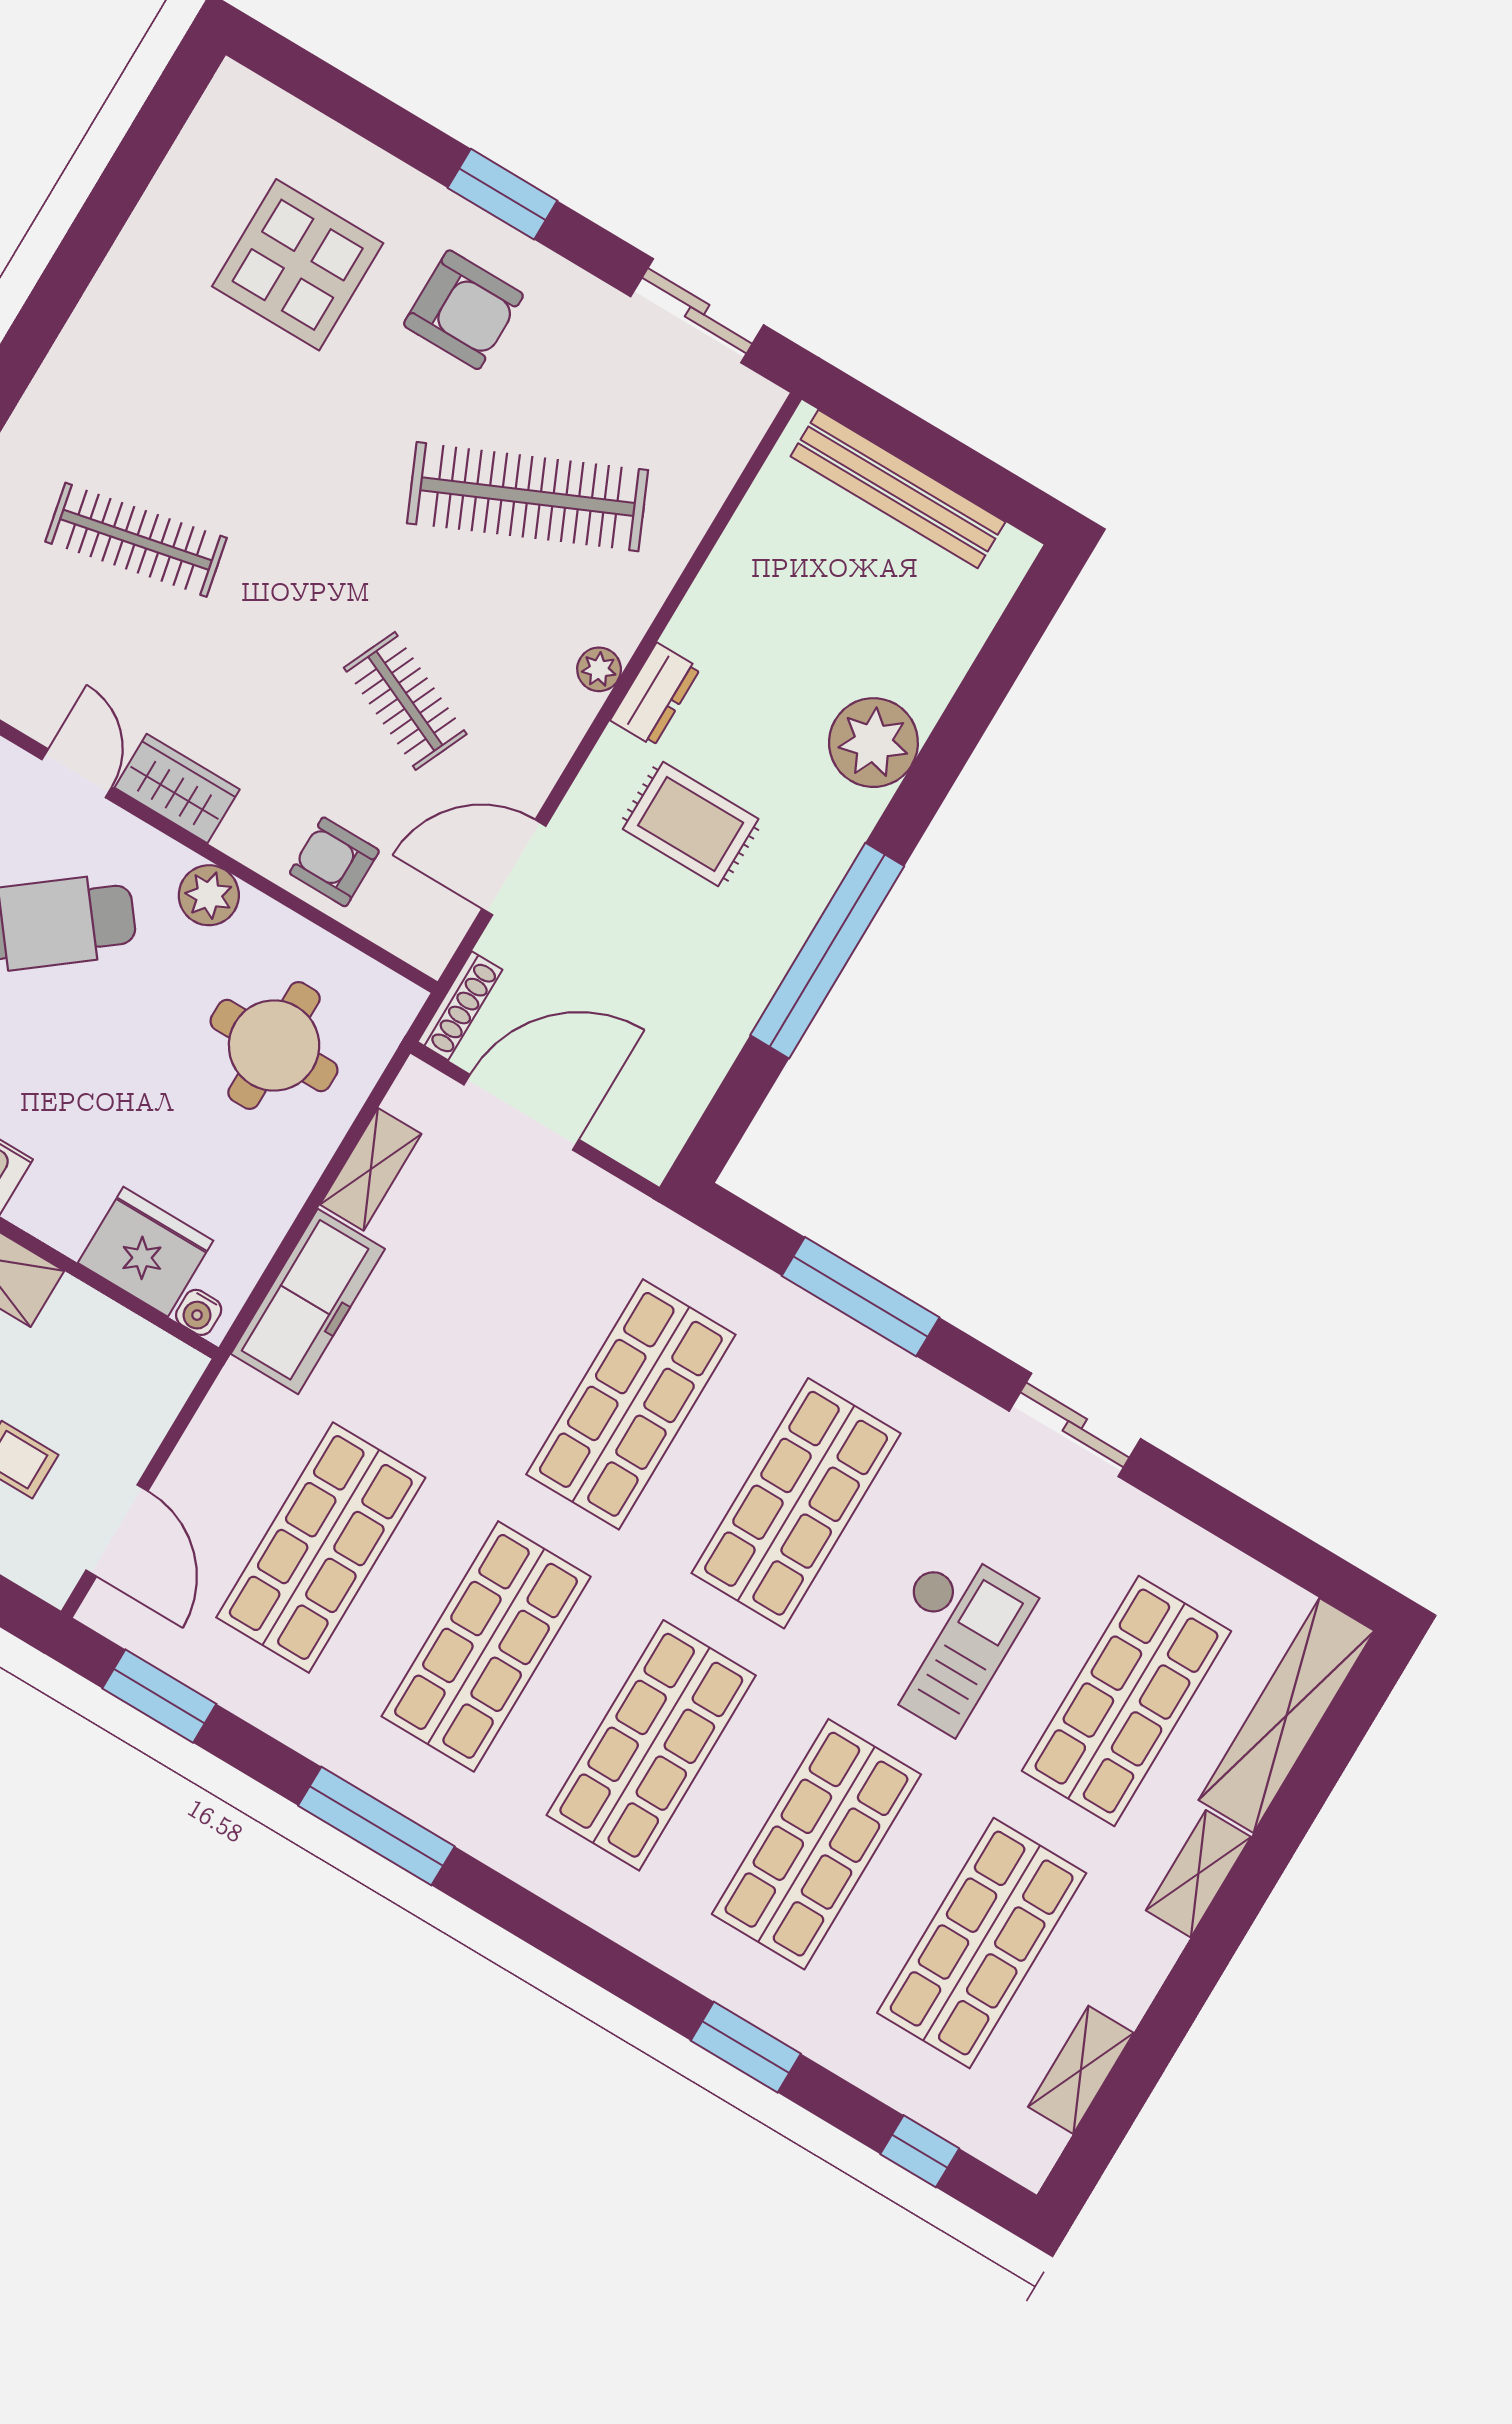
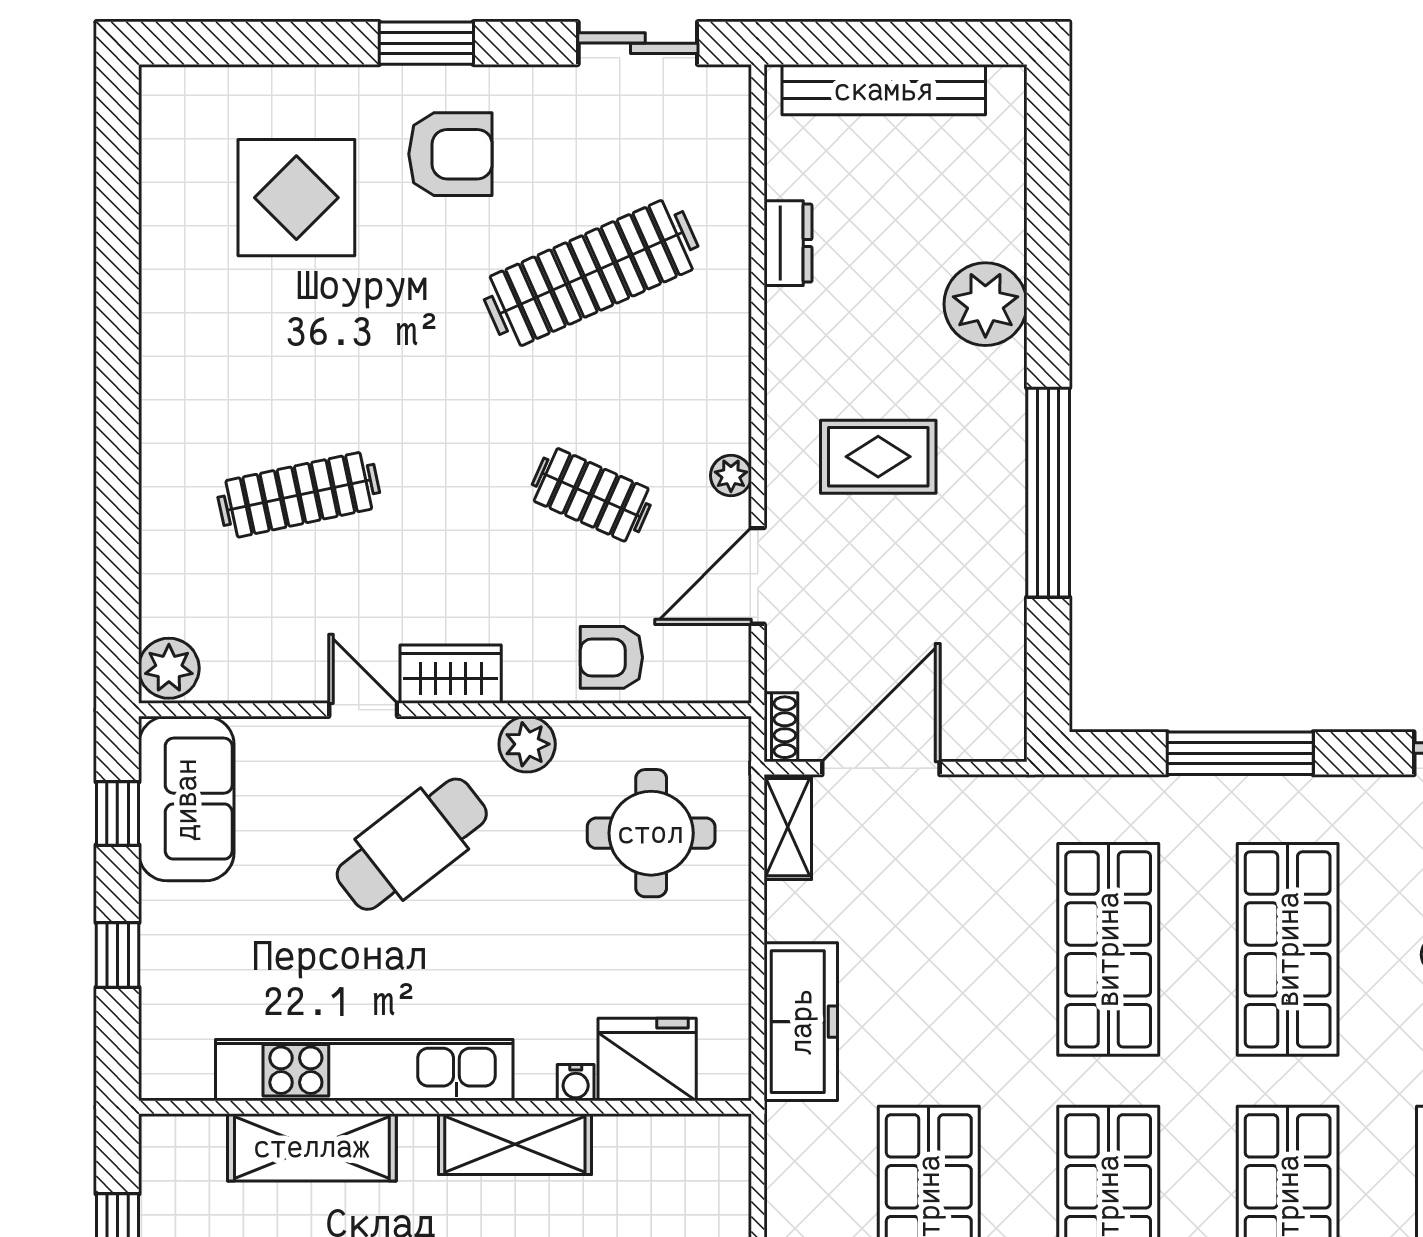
plant: (599, 669) -> (731, 476), moved
dresser: (655, 694) -> (788, 243), moved
shoe rack: (460, 1006) -> (781, 727), width x0.70
shelving: (371, 1169) -> (788, 827), moved
water cooler: (199, 1312) -> (576, 1083), moved

